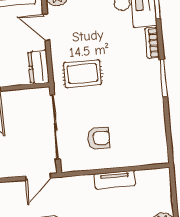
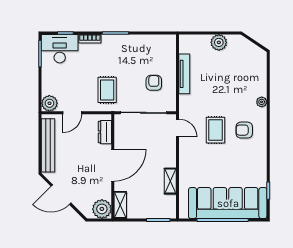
dresser: (39, 67) -> (105, 132), moved, turned 90
tv unit: (115, 180) -> (184, 74), width x1.41

